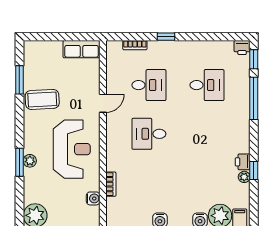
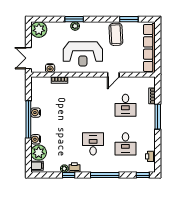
window: (166, 37) -> (158, 117), width x2.17
printer: (242, 48) -> (150, 156), moved
row of seats: (82, 49) -> (149, 48), width x2.02
window: (254, 98) -> (105, 175), moved
door: (103, 103) -> (113, 75), hinge flipped
desk: (149, 134) -> (93, 144), moved

